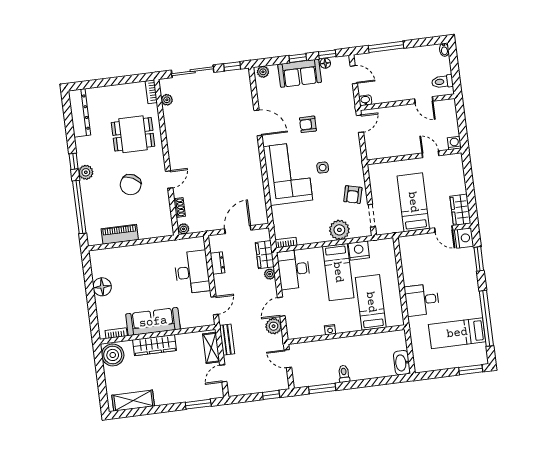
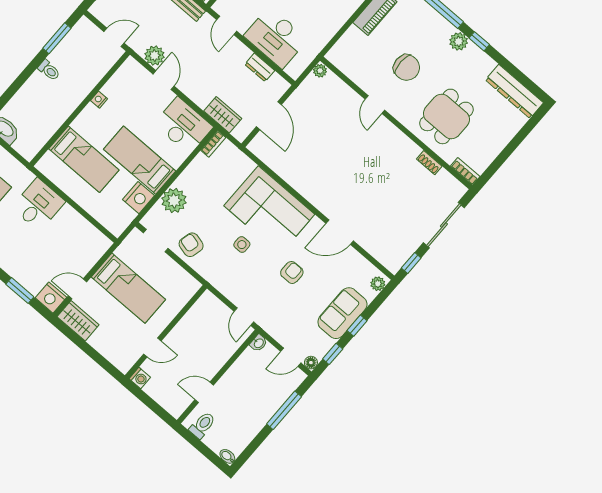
floor lamp: (325, 63) -> (311, 363), moved
plant: (167, 100) -> (444, 177), removed
chair: (131, 185) -> (407, 68), turned 153
shoe rack: (179, 207) -> (429, 163), moved
plant: (270, 274) -> (202, 101), removed

